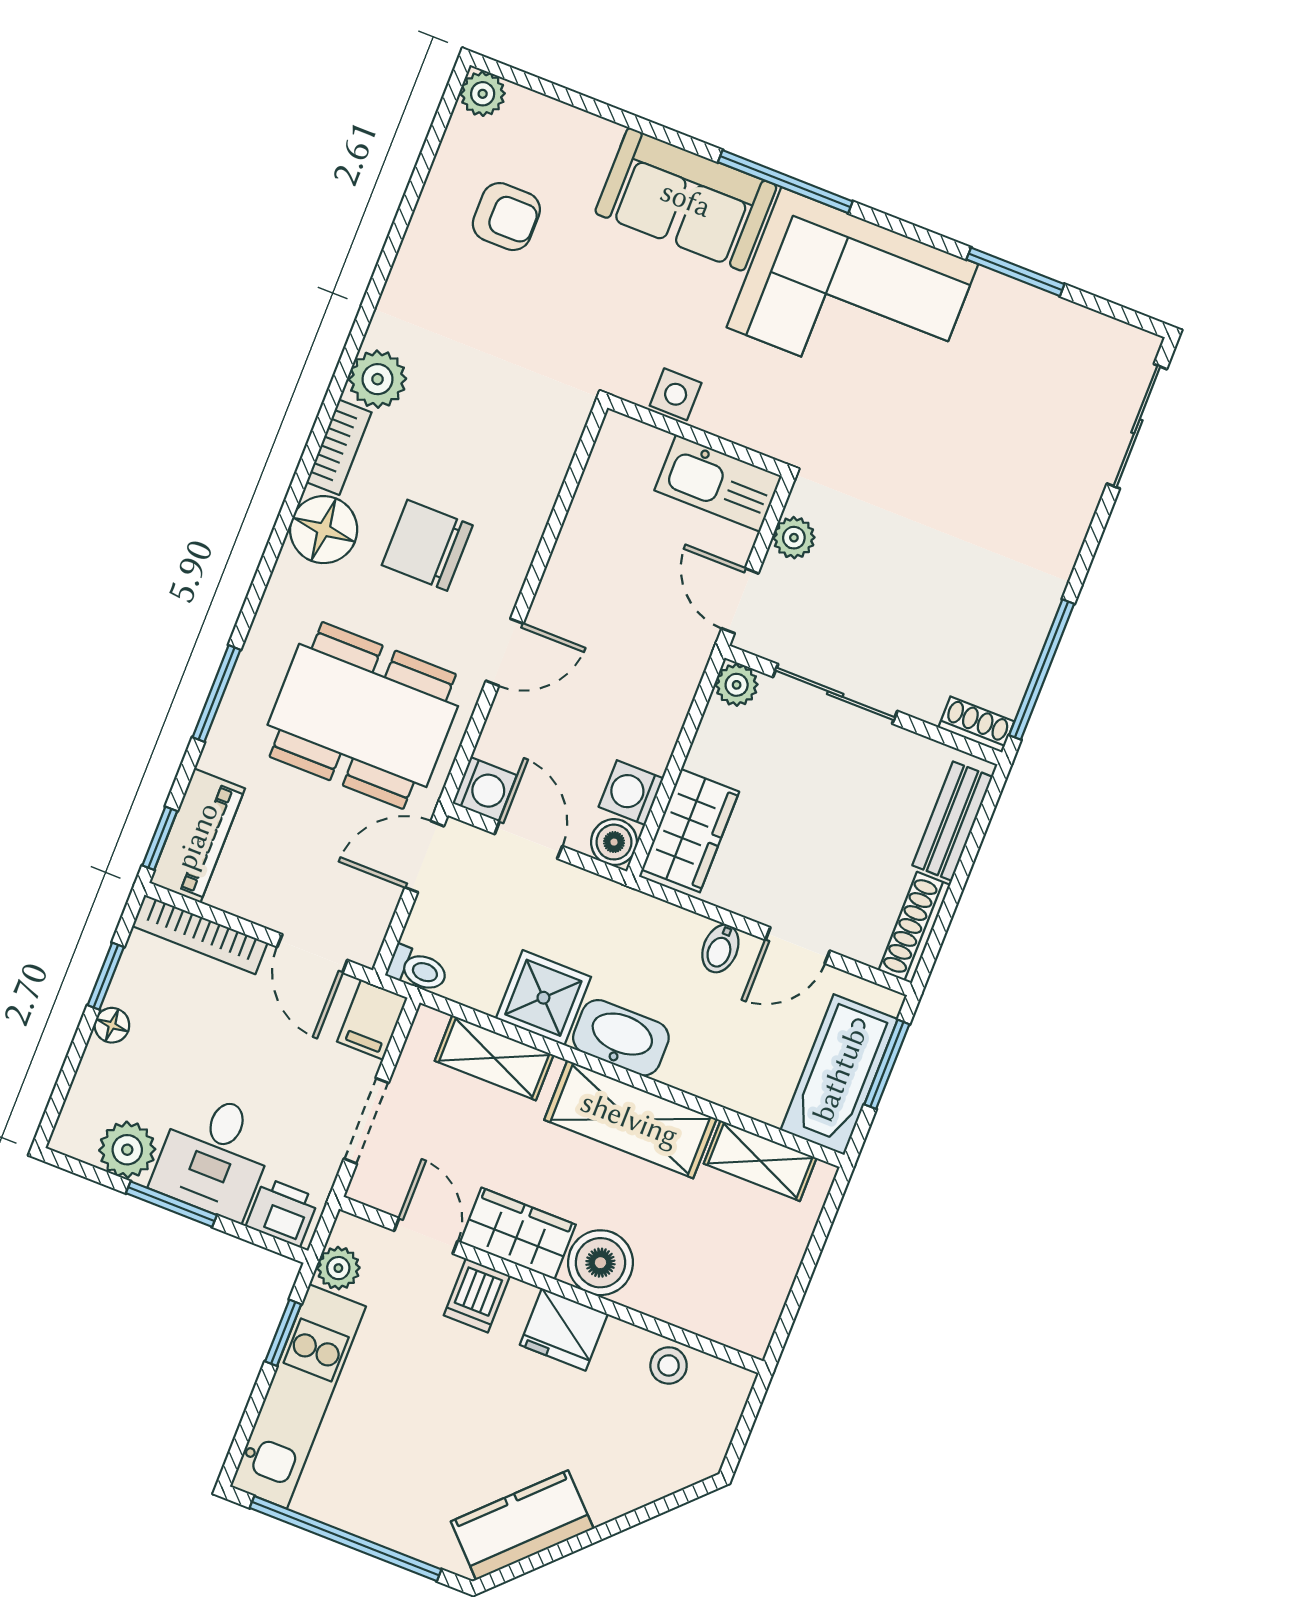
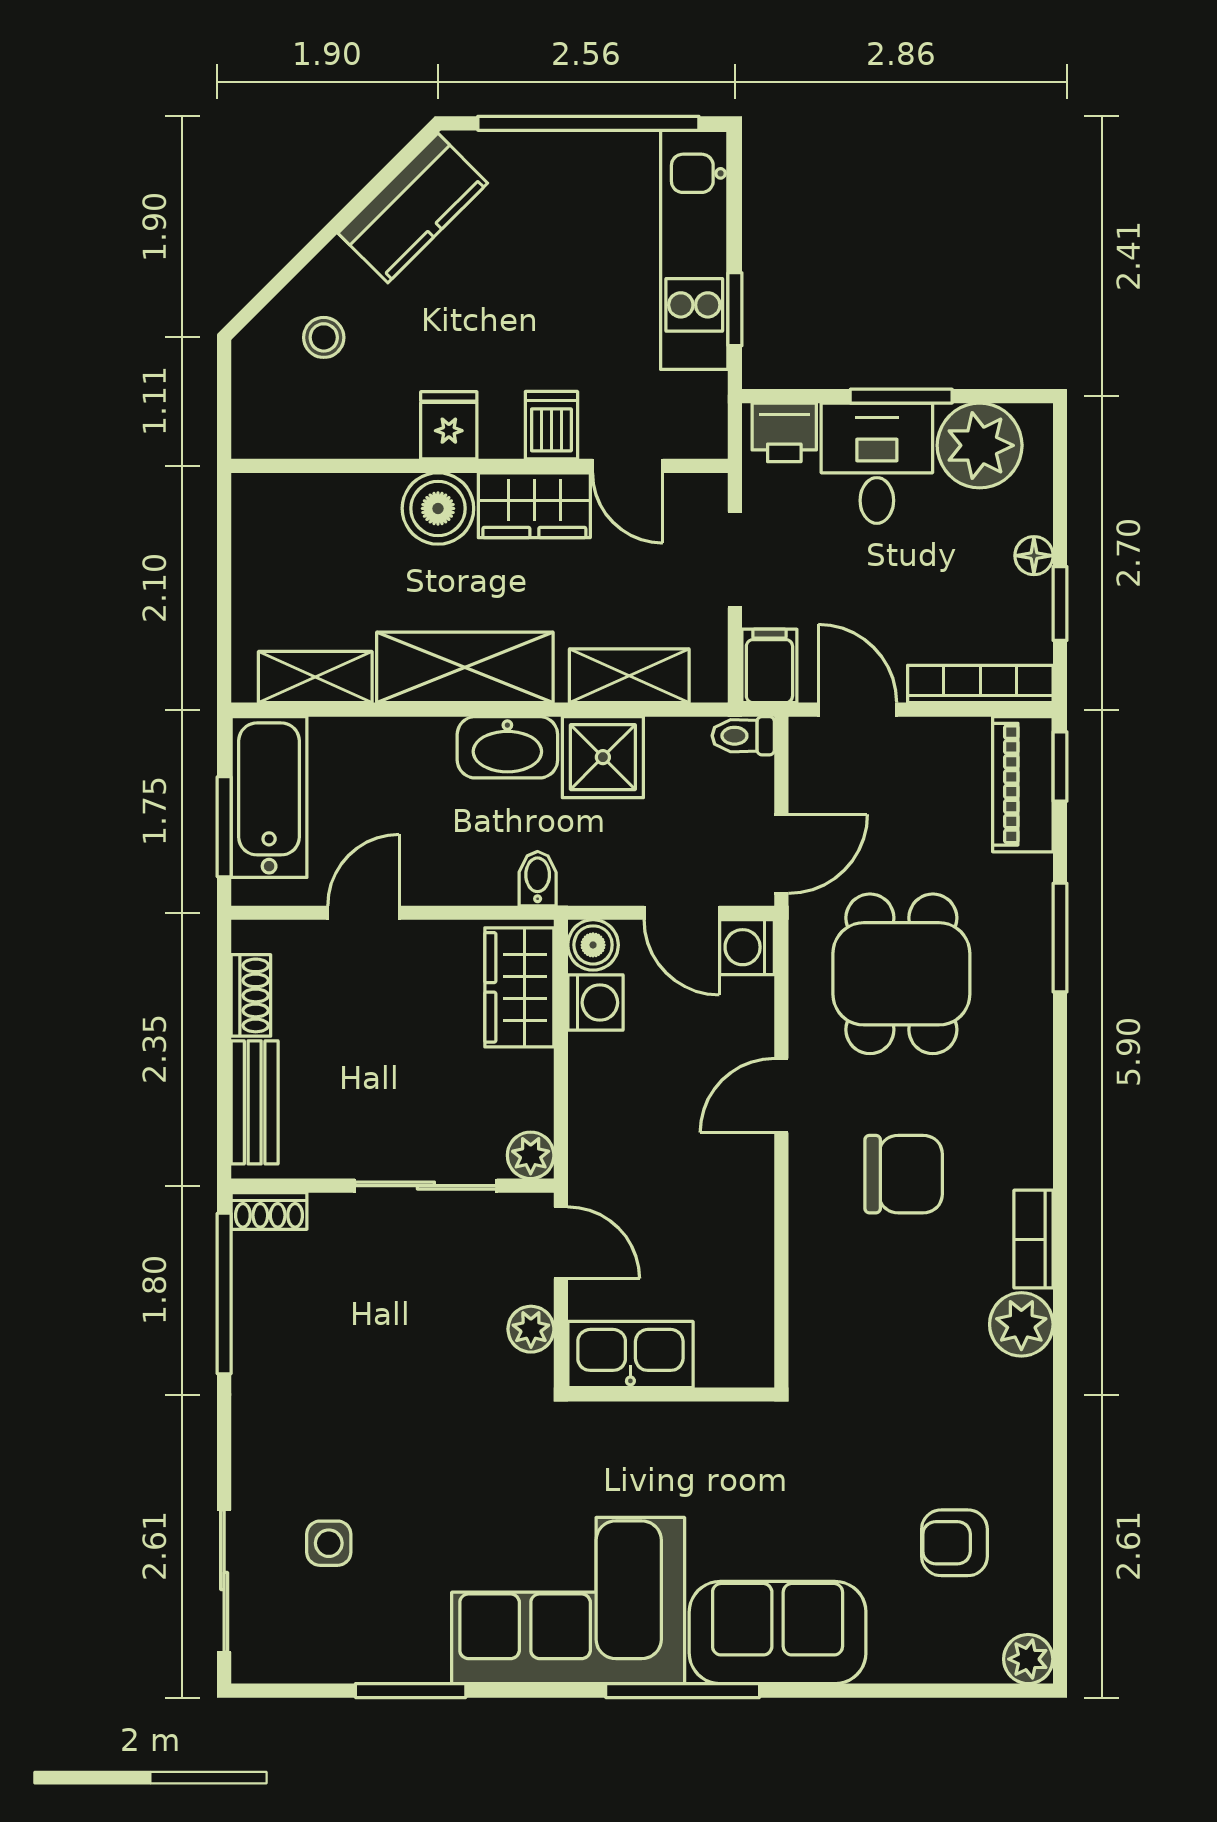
side table: (676, 394) -> (329, 1543), moved
floor lamp: (324, 530) -> (1016, 1149), removed
dining table: (363, 715) -> (901, 974), width x0.73
shoe rack: (914, 928) -> (251, 995), width x0.70
bidet: (720, 949) -> (538, 879), moved
plant: (127, 1150) -> (980, 445), width x1.36, depth x1.36
plant: (338, 1268) -> (704, 398), removed
fridge: (564, 1329) -> (449, 425), width x0.72
stool: (669, 1365) -> (324, 337), moved

